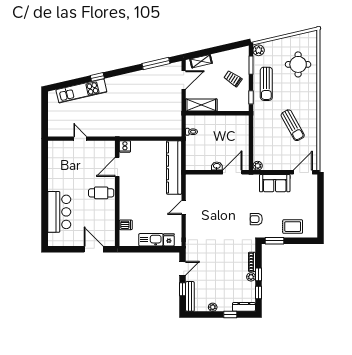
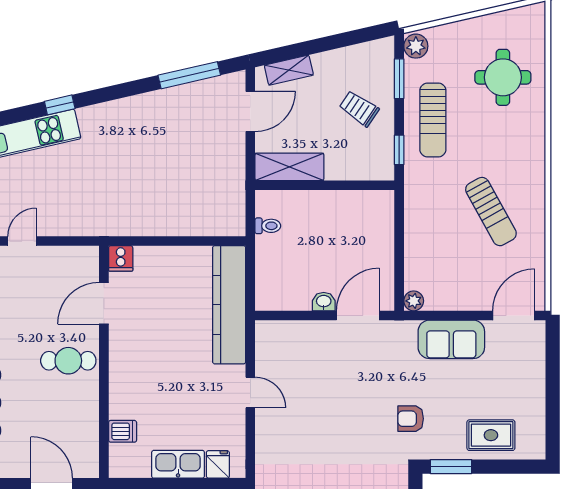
door: (80, 139) -> (22, 241), hinge flipped
door: (184, 207) -> (250, 393), swing flipped

